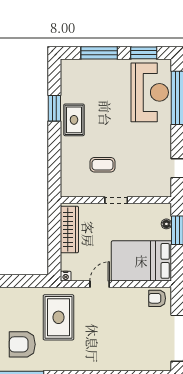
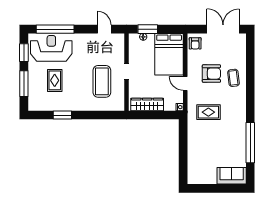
rug: (74, 120) -> (55, 80), moved, turned 90
coffee table: (103, 165) -> (102, 81), width x1.86, depth x1.72
rug: (58, 317) -> (208, 112), width x0.73, depth x0.70
armchair: (22, 344) -> (211, 74), moved, turned -90
coffee table: (108, 353) -> (233, 78), added

